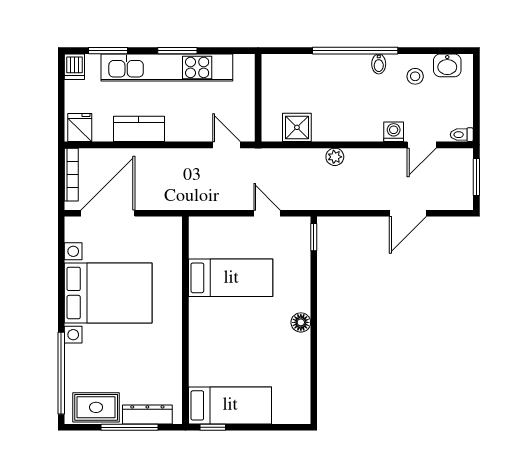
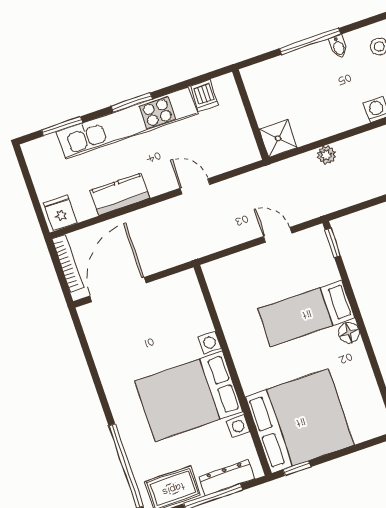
window: (355, 51) -> (310, 41), width x0.68
dishwasher: (74, 67) -> (204, 96), moved
wall: (258, 98) -> (250, 115), moved
door: (227, 145) -> (195, 186), moved
bed: (231, 278) -> (306, 313), moved, turned 180
bed with nightstands: (108, 293) -> (189, 396), moved, turned 180
bed: (230, 405) -> (300, 421), width x2.04

